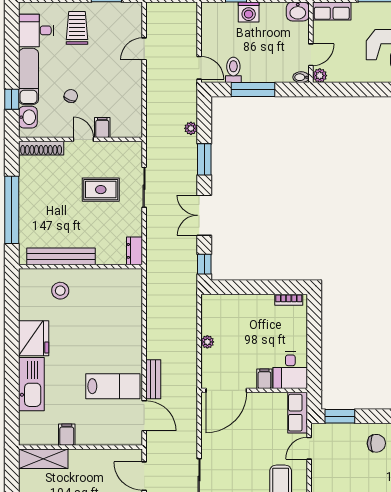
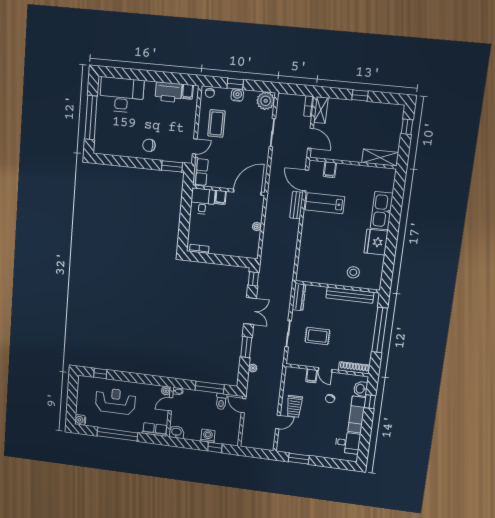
trolley: (77, 28) -> (294, 406), moved
dresser: (134, 251) -> (299, 297), width x1.44
filing cabinet: (67, 435) -> (330, 170), moved

